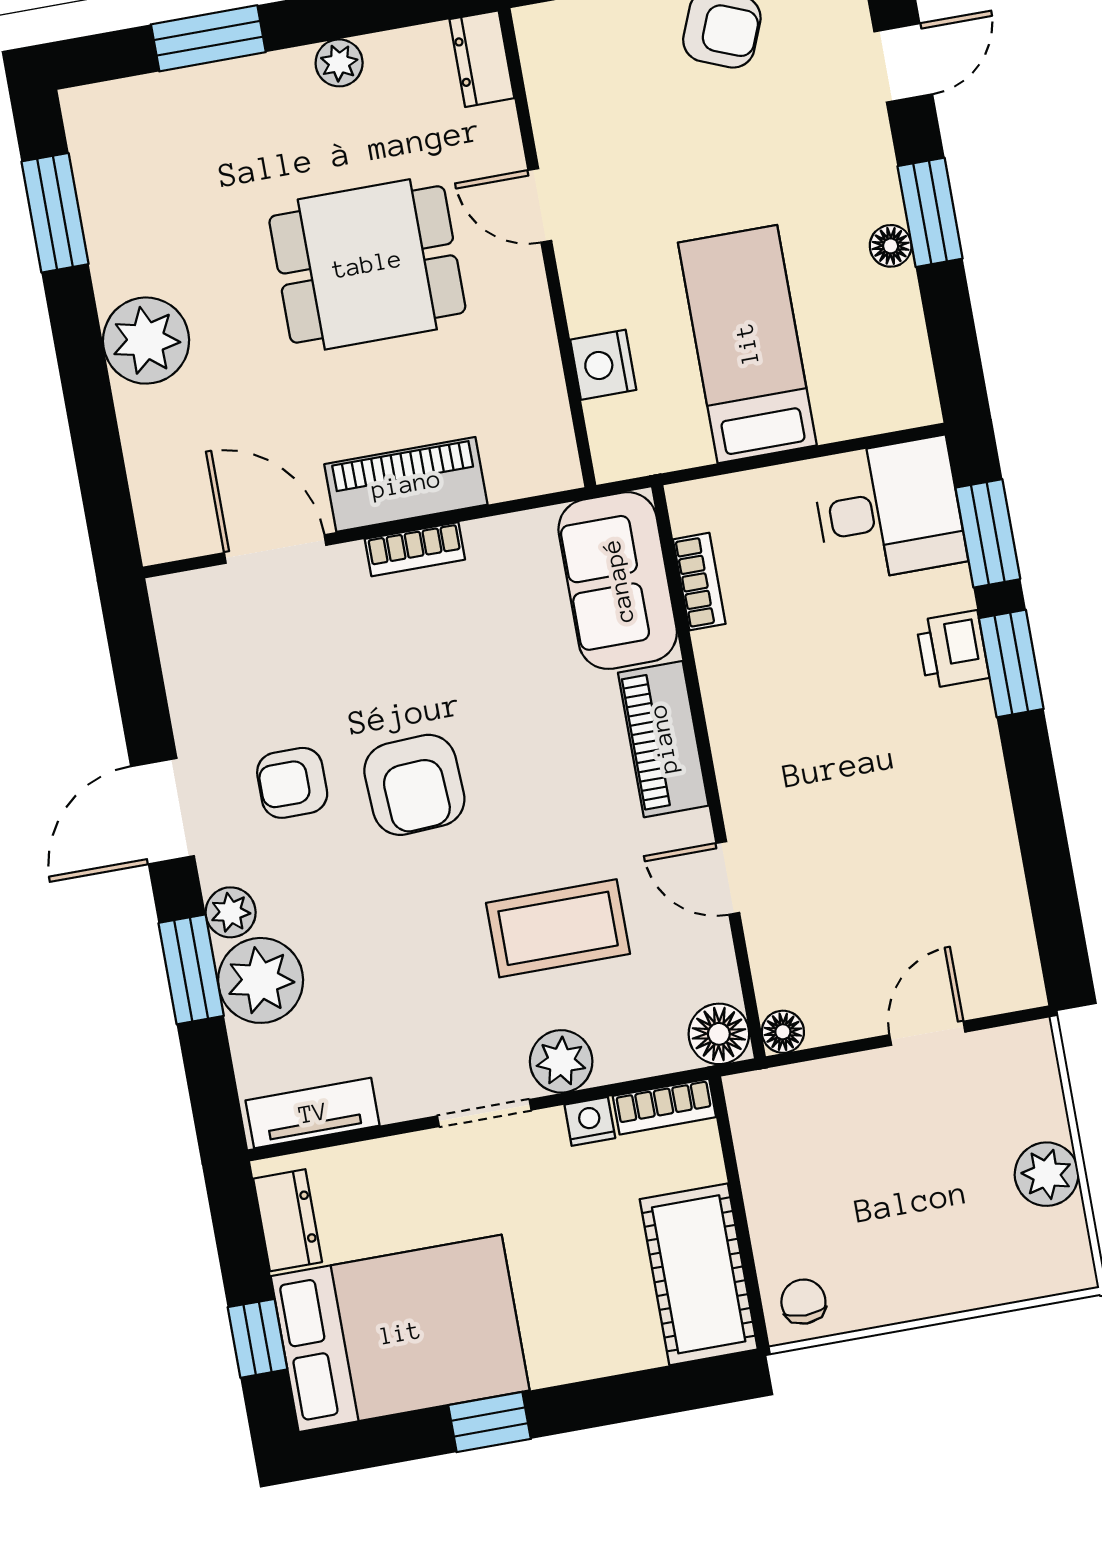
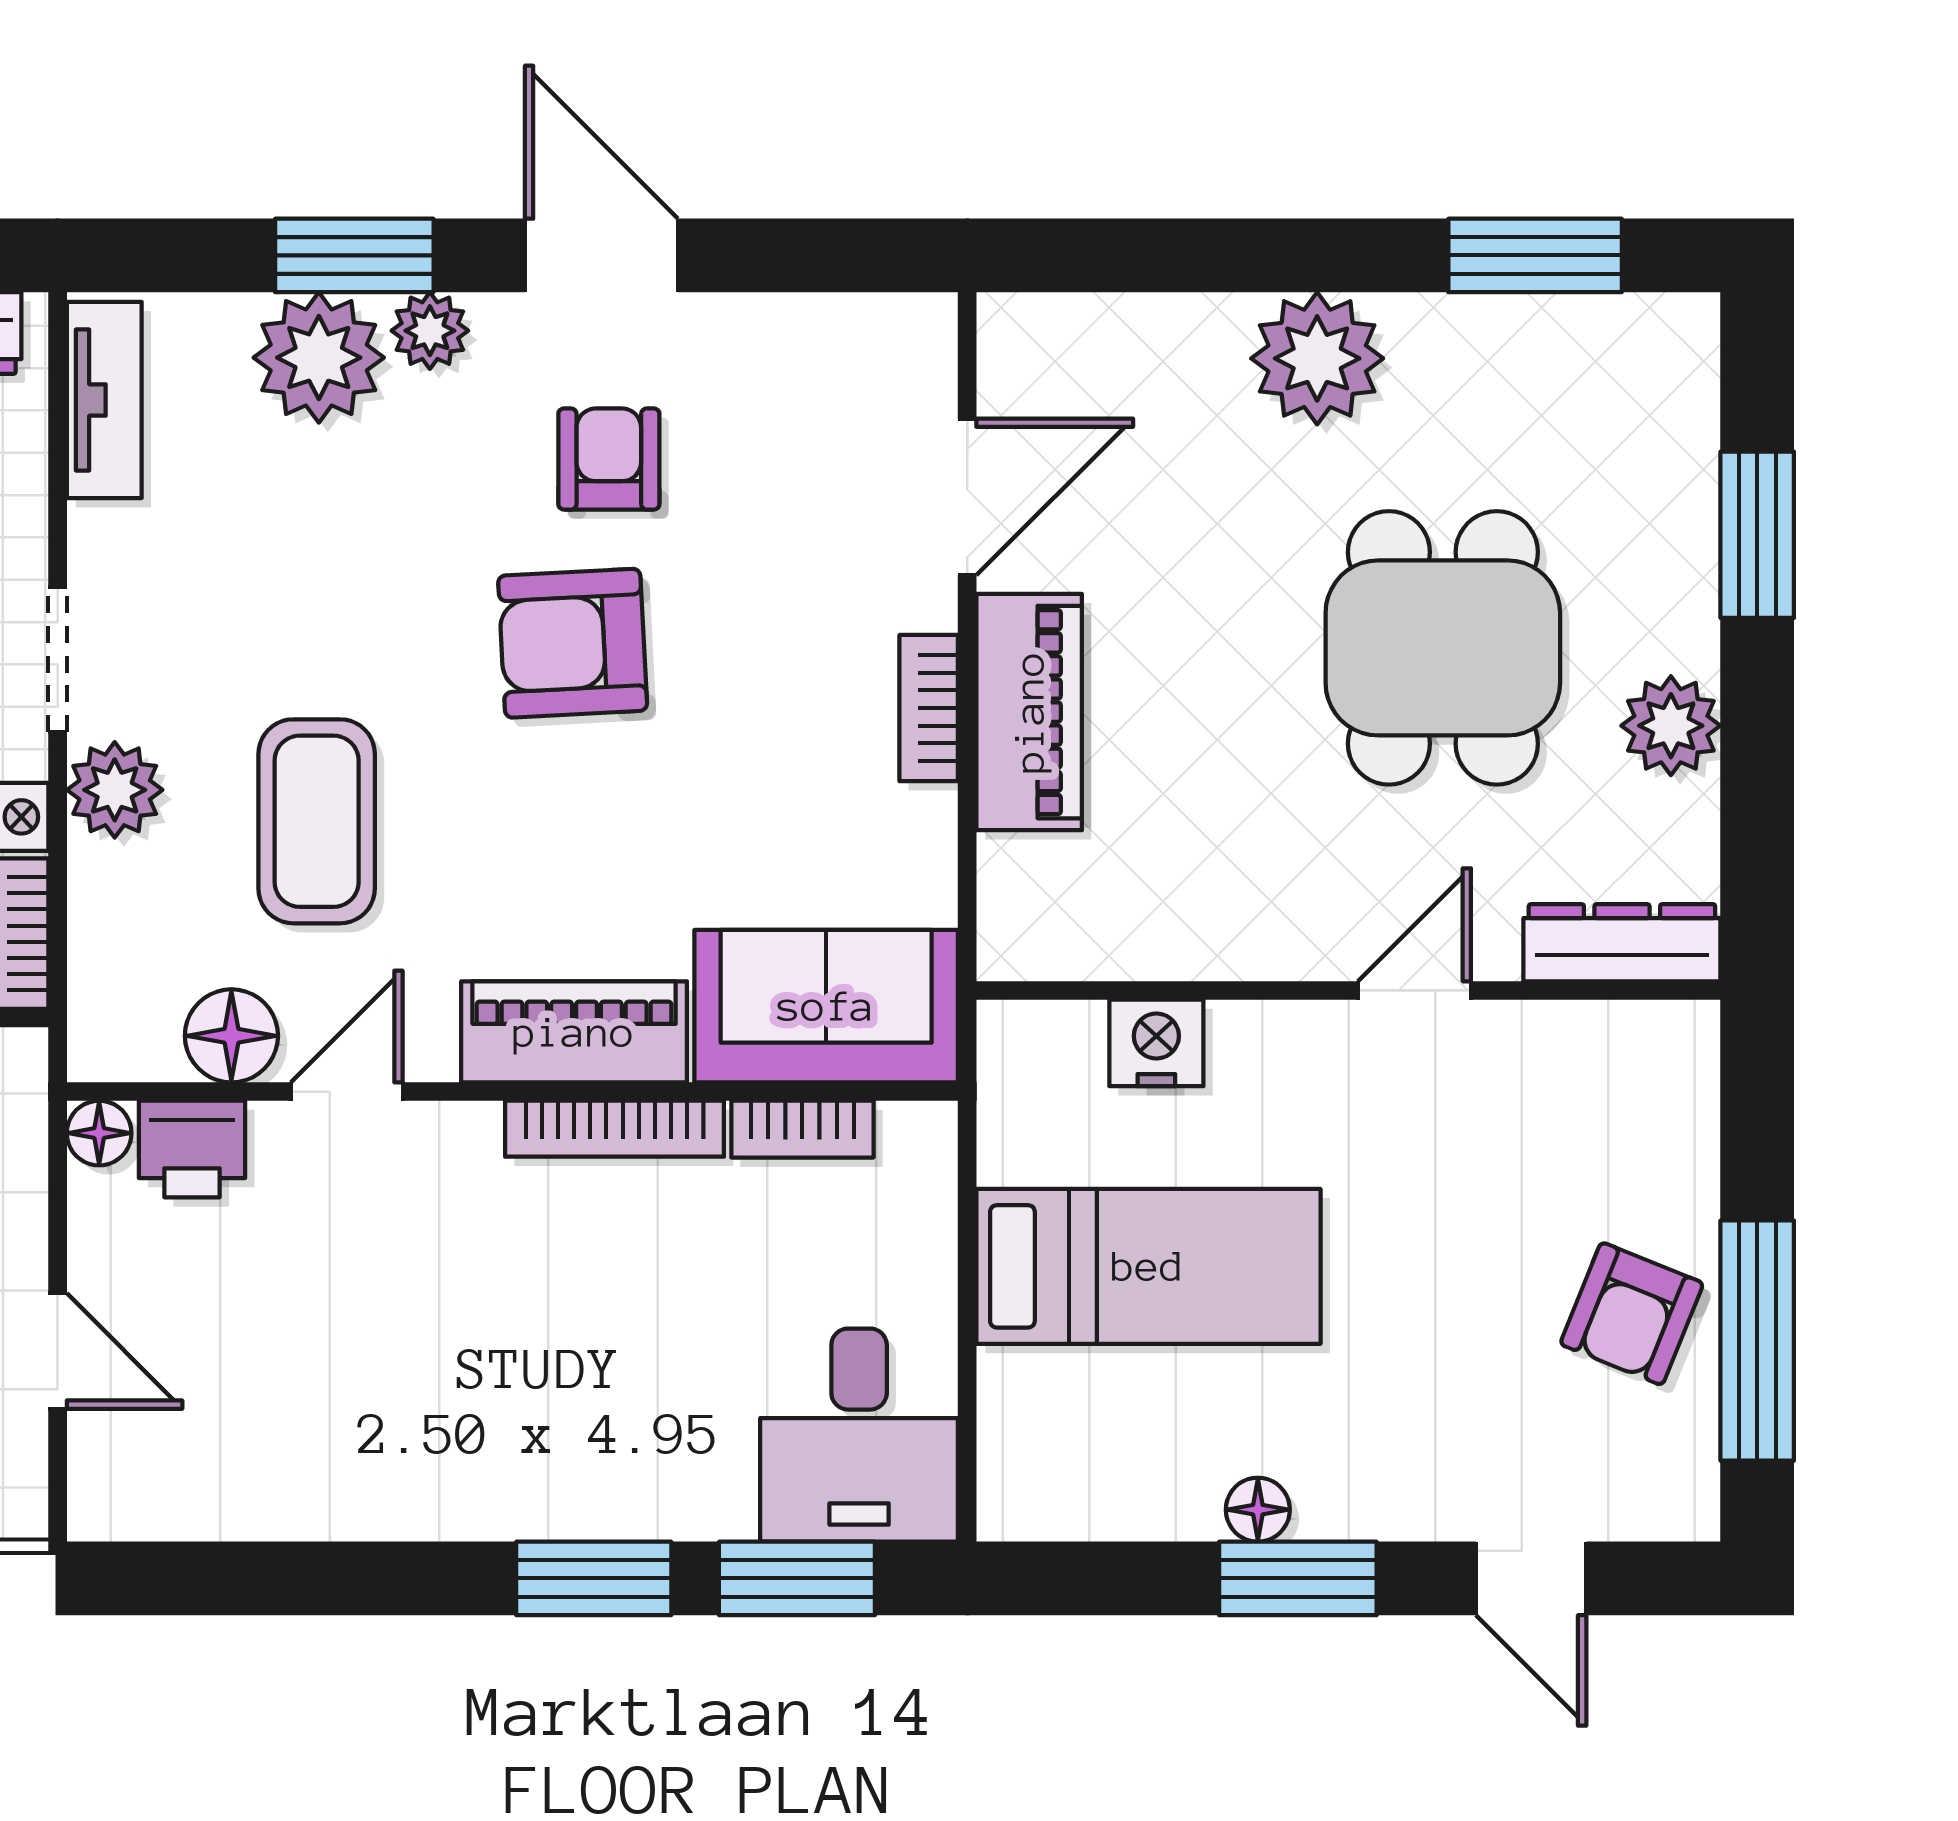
dresser: (482, 59) -> (1622, 943), width x1.44
plant: (339, 63) -> (1671, 726), width x1.38, depth x1.38
dining table: (367, 264) -> (1443, 648), moved
printer: (952, 649) -> (192, 1149), moved, turned 180
bookcase: (721, 702) -> (615, 1129), added
floor lamp: (719, 1034) -> (231, 1036), moved

